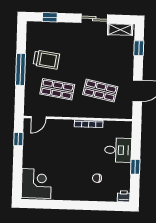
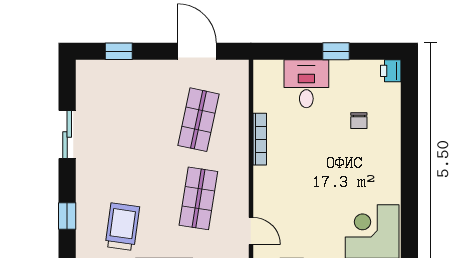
shelving: (120, 30) -> (86, 86), removed
trolley: (46, 60) -> (122, 227), moved

